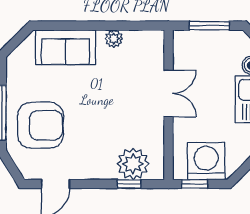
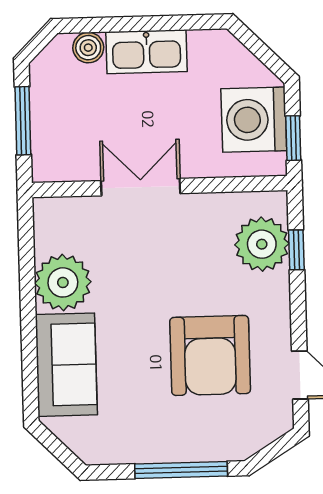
plant: (114, 39) -> (63, 282), width x1.88, depth x1.88
armchair: (40, 125) -> (210, 355), moved, turned 180

